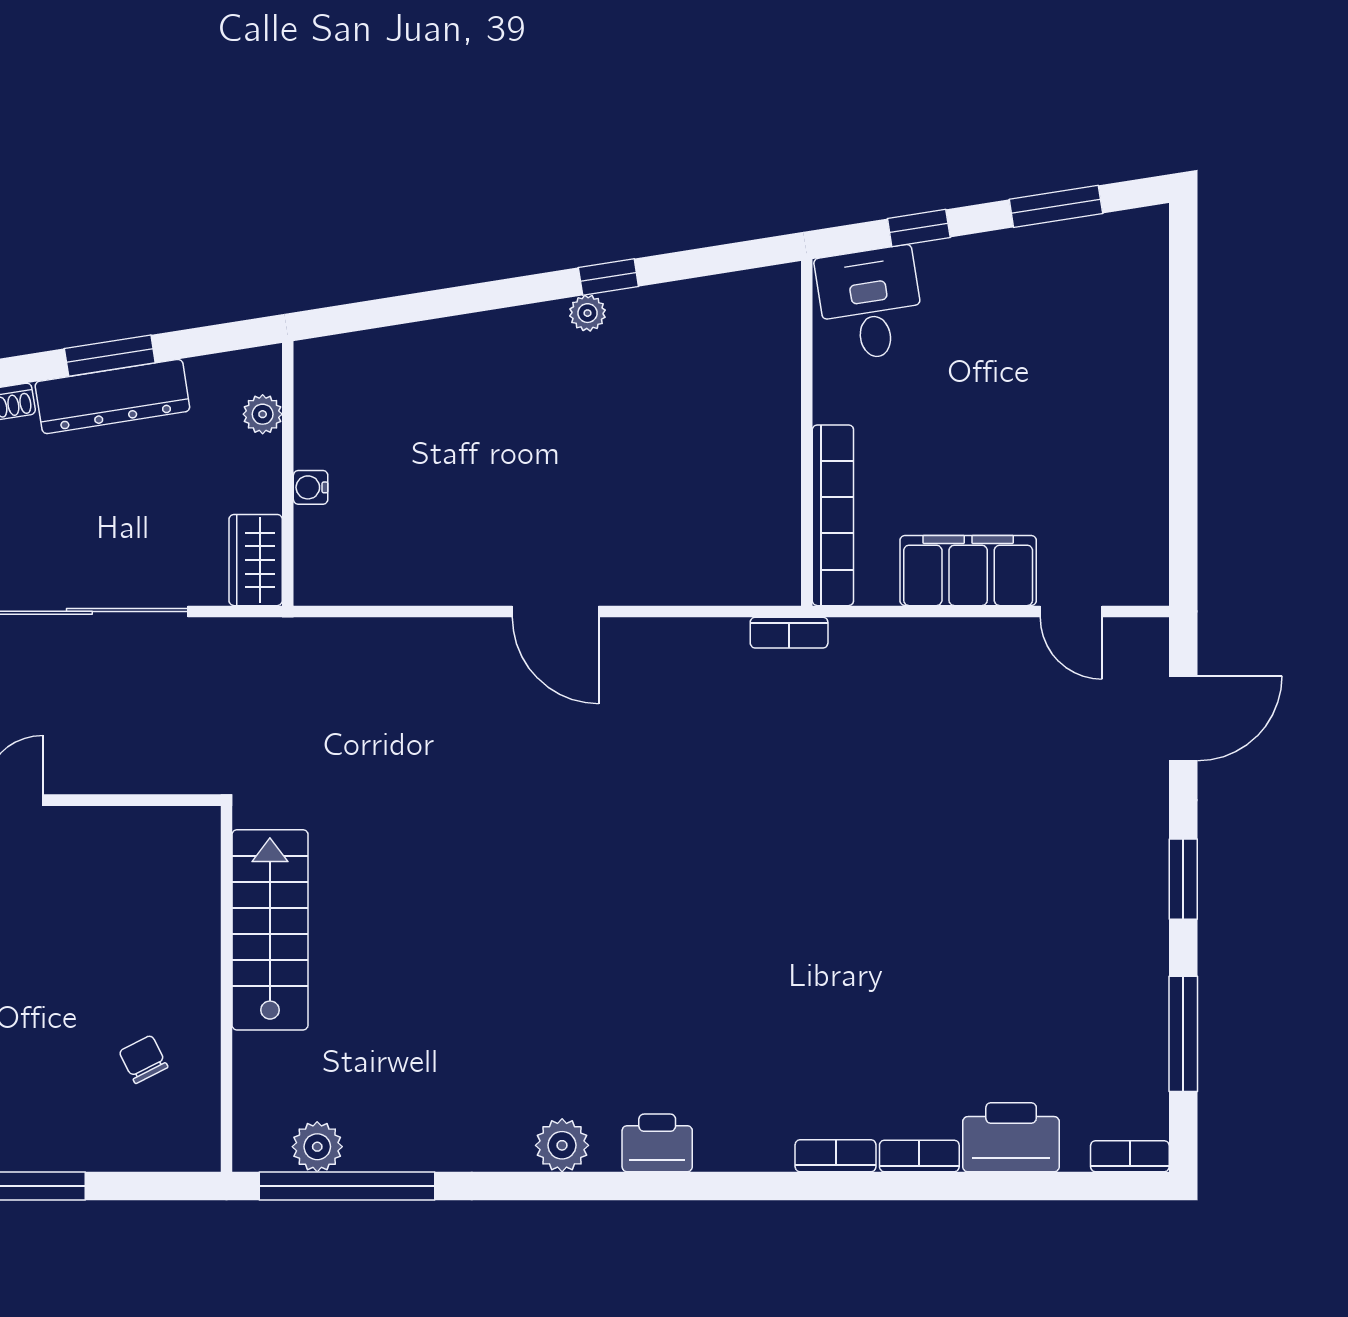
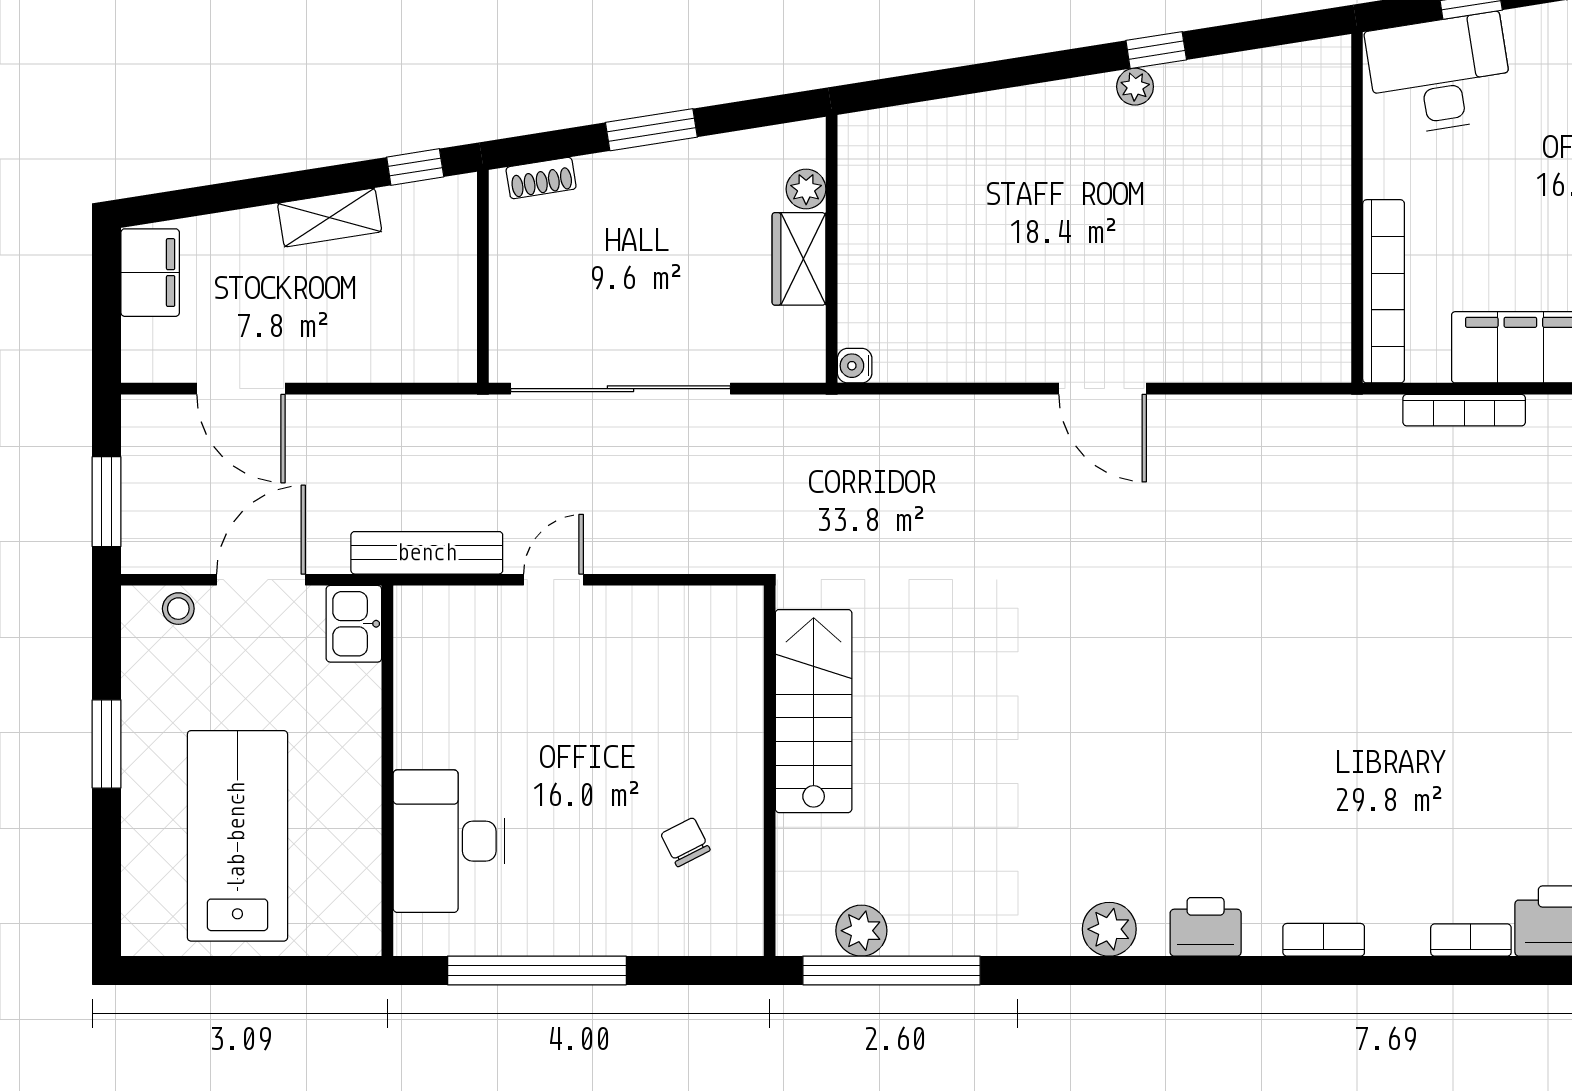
desk: (870, 304) -> (1440, 74), width x1.37
dresser: (112, 396) -> (654, 171), removed
water cooler: (311, 487) -> (855, 366), moved
wardrobe: (256, 560) -> (799, 259), moved
bookcase: (789, 633) -> (1464, 410), moved, width x1.56
bookcase: (836, 1156) -> (1324, 940), moved

